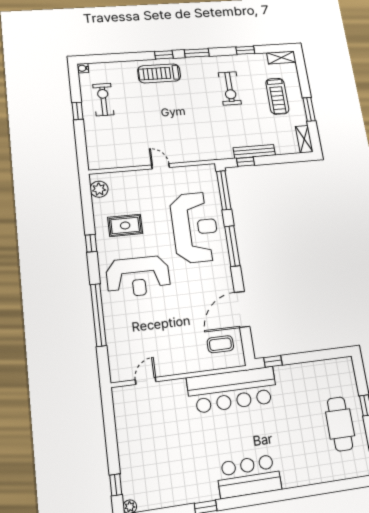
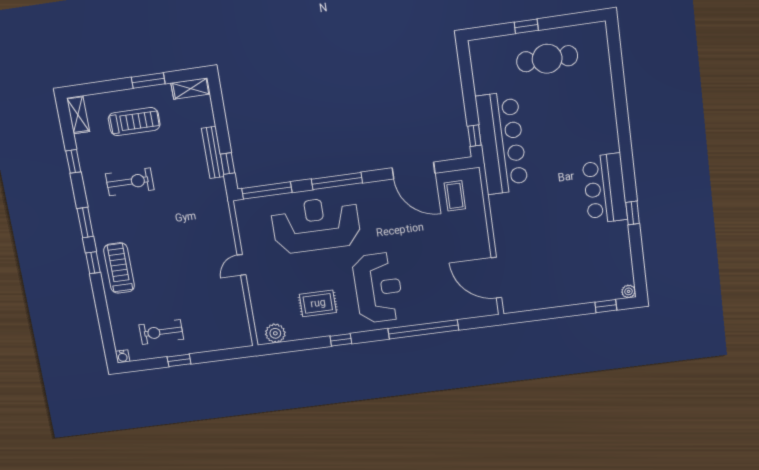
treadmill: (159, 73) -> (119, 268), turned 180
rug: (125, 225) -> (318, 303), turned 90
door: (146, 381) -> (496, 278), width x1.87
bar counter: (232, 390) -> (502, 143), moved
bar counter: (249, 476) -> (605, 189), moved

